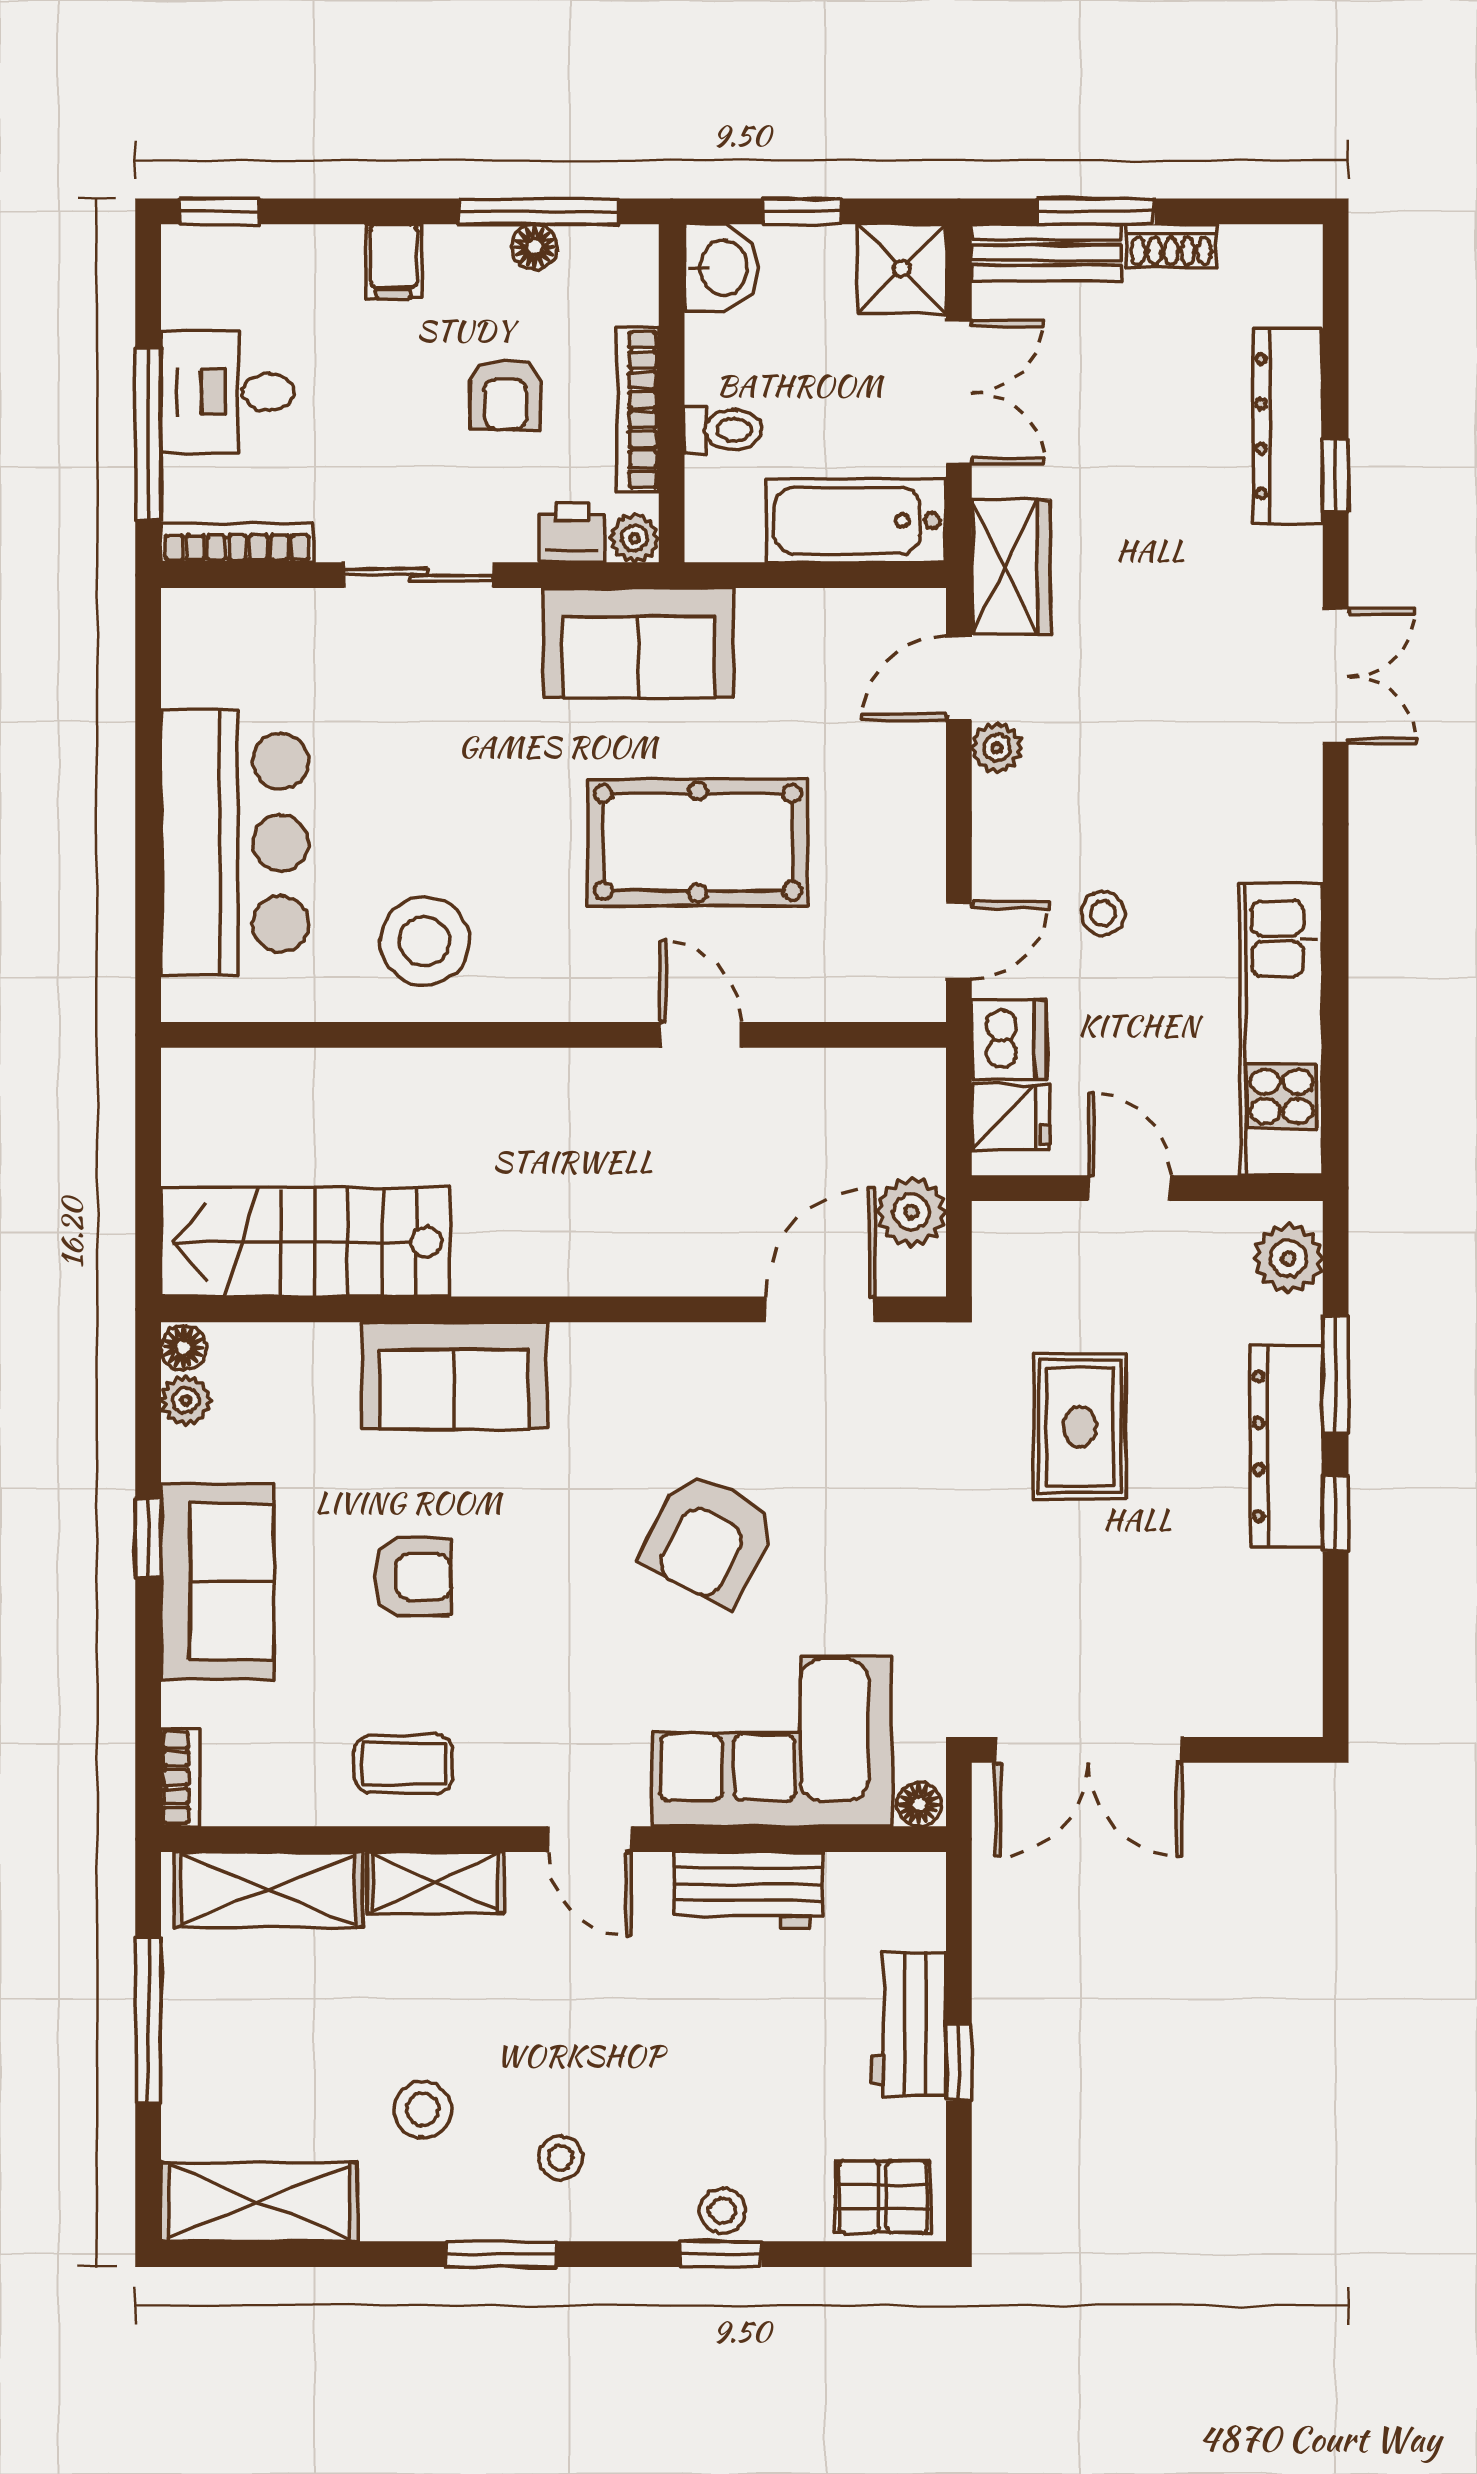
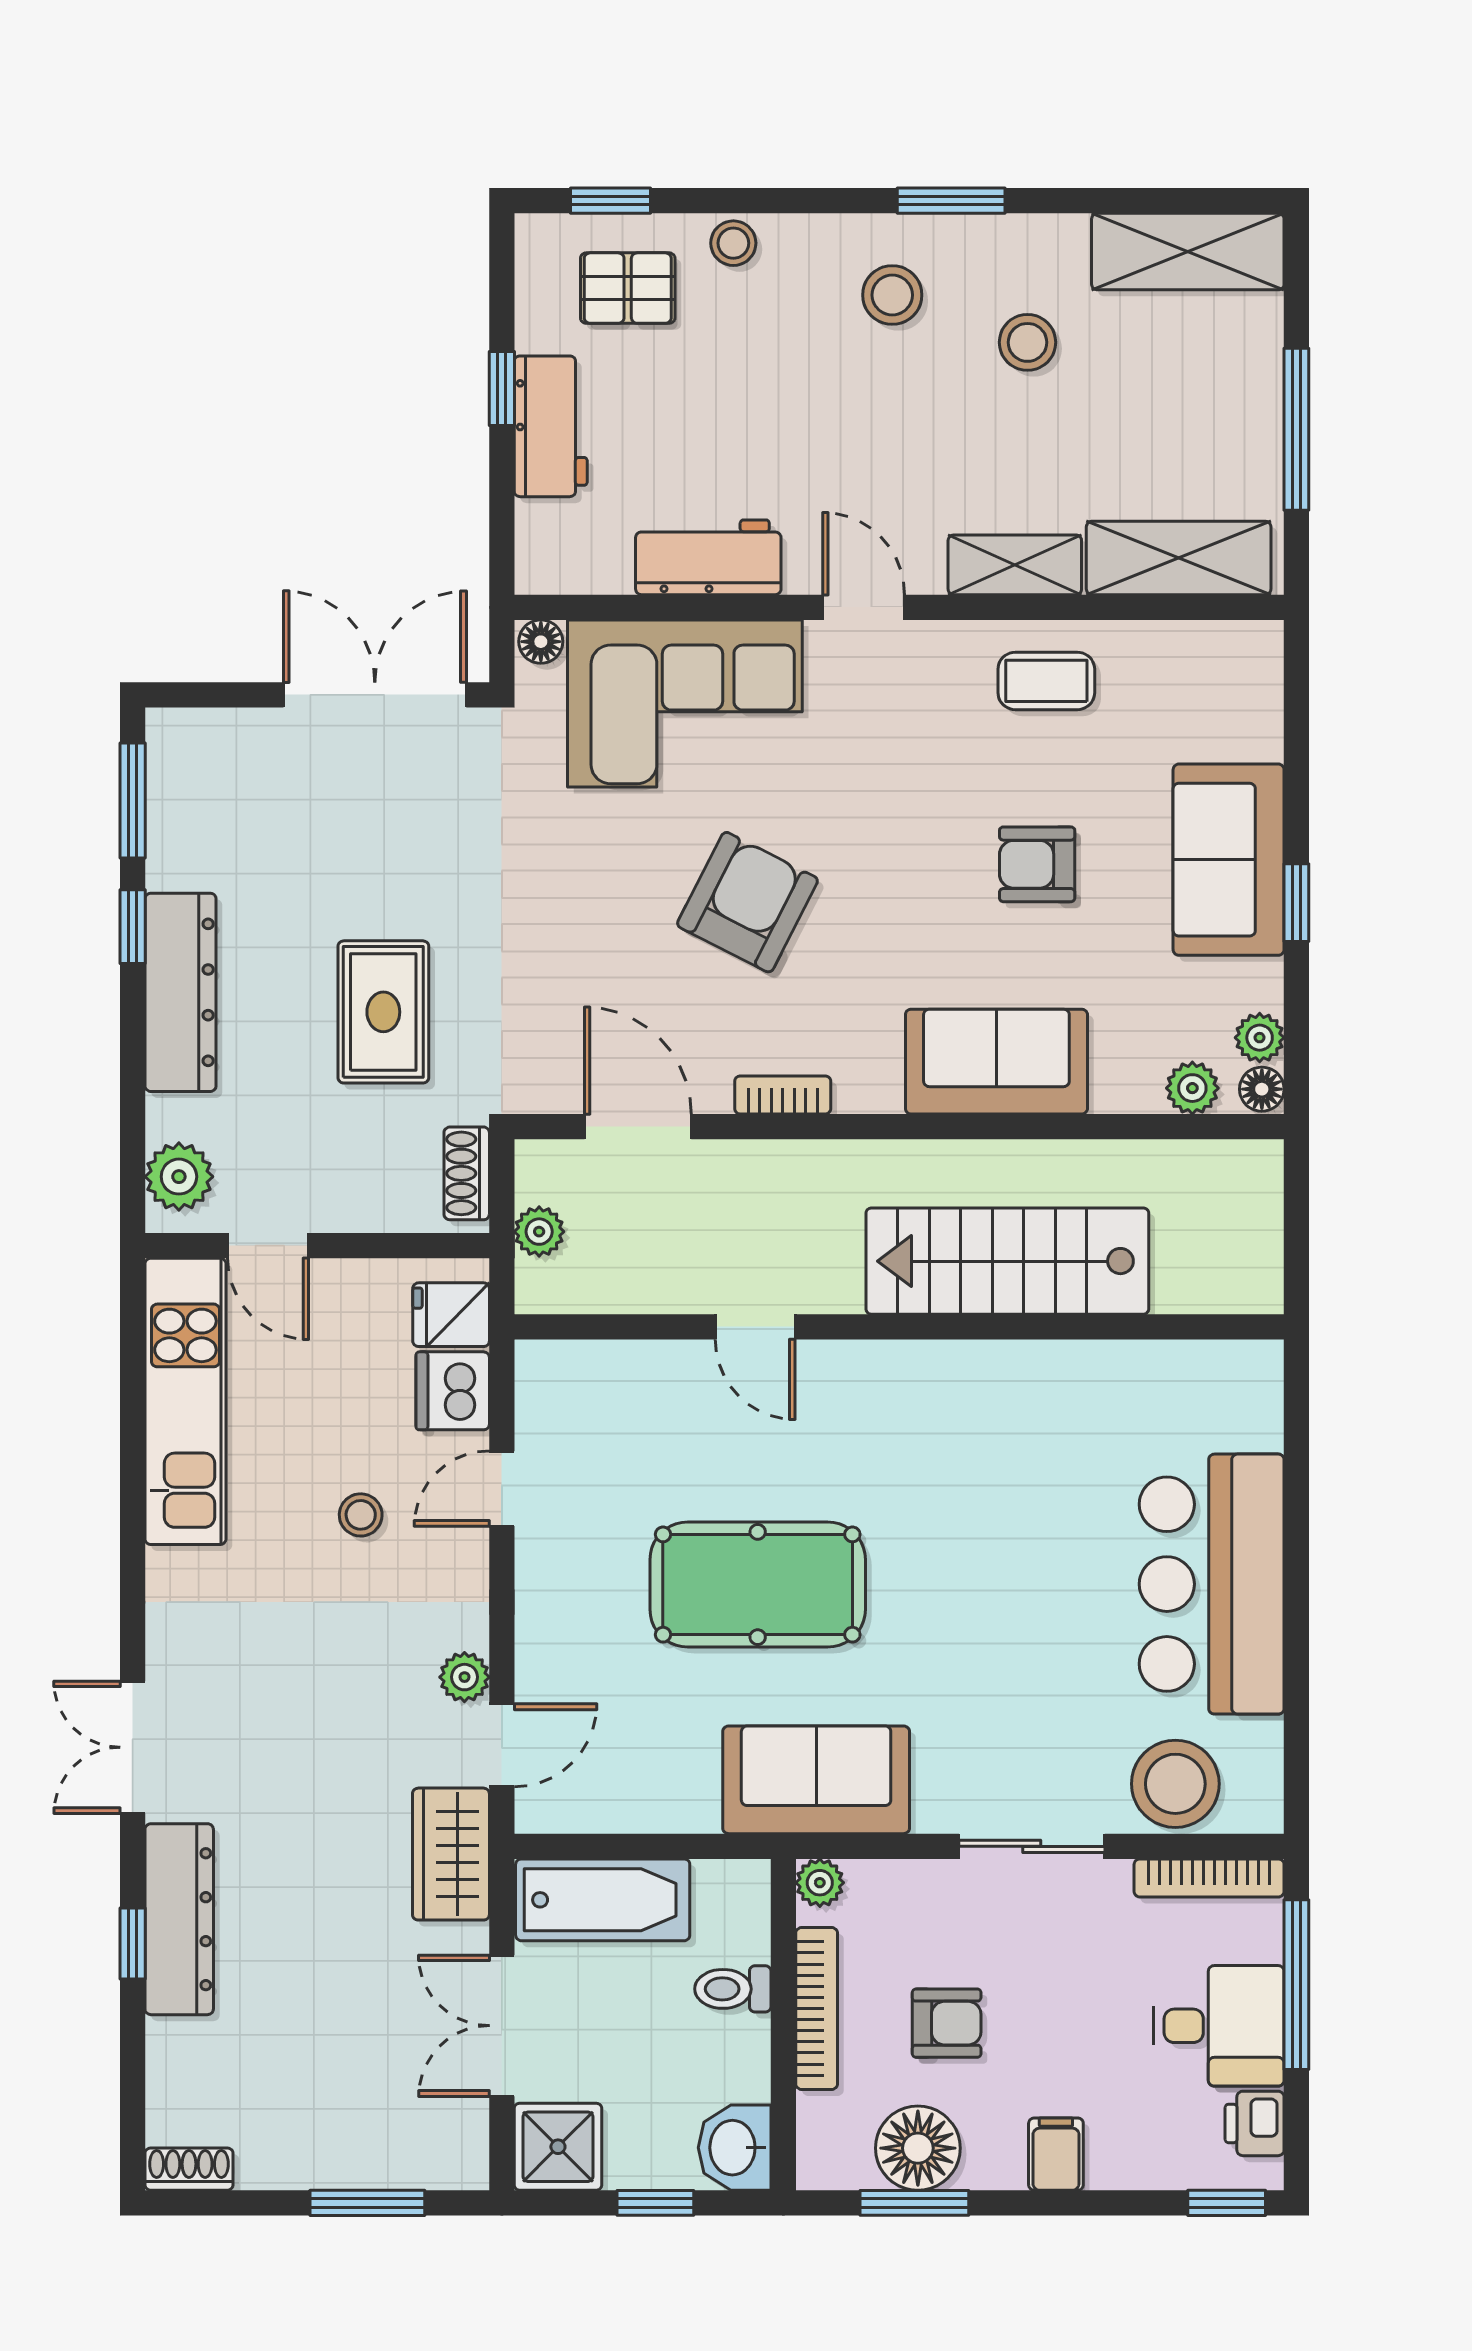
window: (538, 211) -> (914, 2203), width x0.69
shoe rack: (1171, 246) -> (189, 2169), moved
floor lamp: (534, 247) -> (918, 2148), width x1.89, depth x1.89
bench: (1047, 253) -> (416, 2162), removed
armchair: (505, 395) -> (947, 2023), turned 90
dresser: (1288, 426) -> (179, 1919), moved
printer: (572, 532) -> (1255, 2123), moved, turned 90
stool: (425, 941) -> (1175, 1784), moved
wall: (554, 1035) -> (899, 1327), moved
door: (700, 1035) -> (755, 1327), moved
door: (1130, 1188) -> (268, 1246), moved
plant: (911, 1212) -> (539, 1232), width x0.73, depth x0.73
stairs: (305, 1242) -> (1007, 1261), moved, turned 180
shoe rack: (995, 1262) -> (467, 1173), added
door: (820, 1309) -> (638, 1127), swing flipped
plant: (254, 1349) -> (1192, 1088), added
window: (1336, 1375) -> (133, 800), moved
bookcase: (181, 1777) -> (783, 1095), moved, turned 90
stool: (561, 2158) -> (892, 295), width x1.37, depth x1.37
pallet: (883, 2197) -> (628, 288), moved
window: (720, 2254) -> (611, 201), moved

